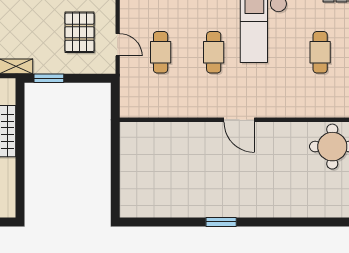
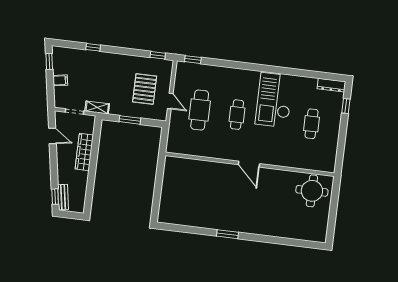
cafe table: (161, 52) -> (200, 110), width x1.37, depth x1.35
window: (49, 78) -> (130, 120), moved

